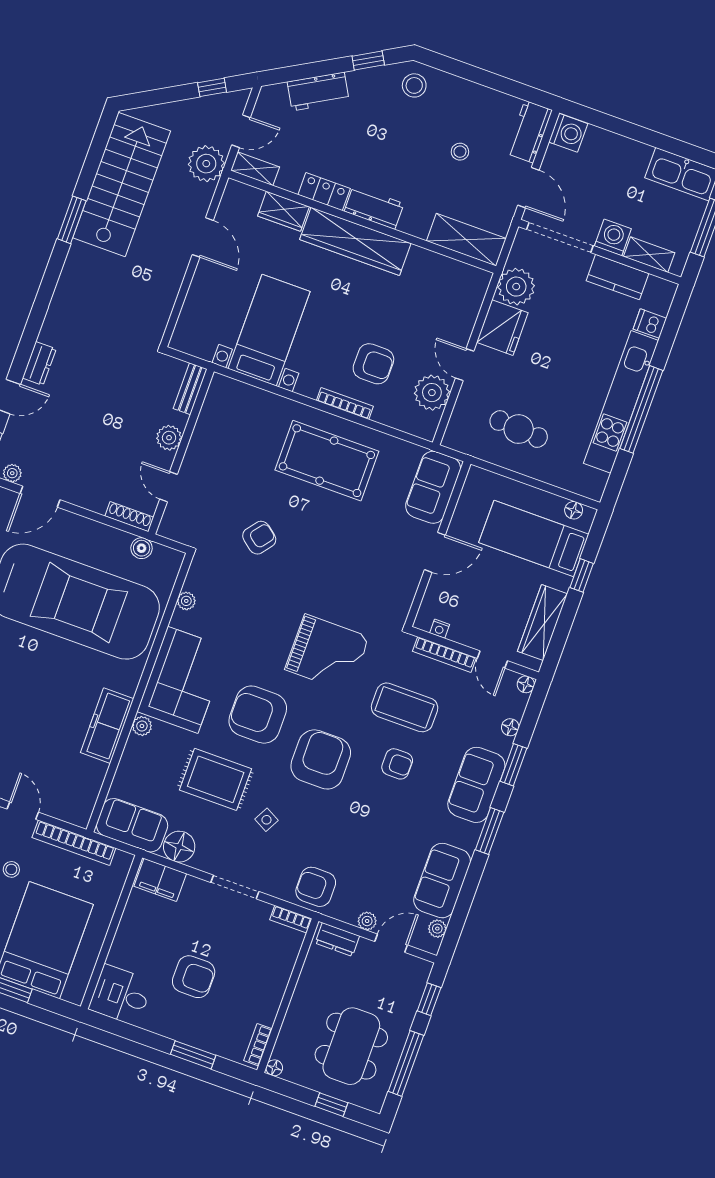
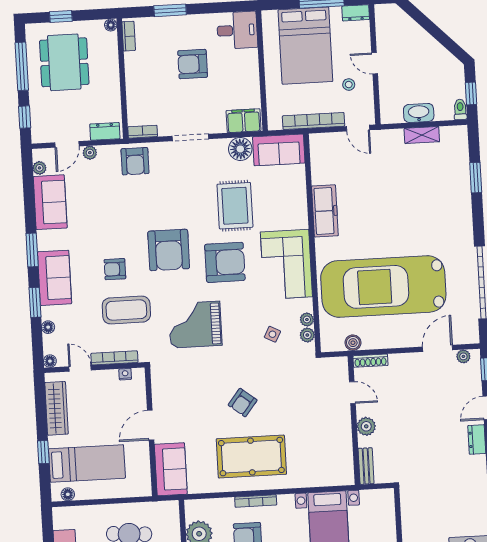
armchair: (259, 538) -> (243, 403), moved
plant: (142, 726) -> (307, 335), moved
rug: (216, 779) -> (235, 206), turned 90
side table: (266, 820) -> (272, 334), moved
armchair: (316, 887) -> (135, 161), turned 90

